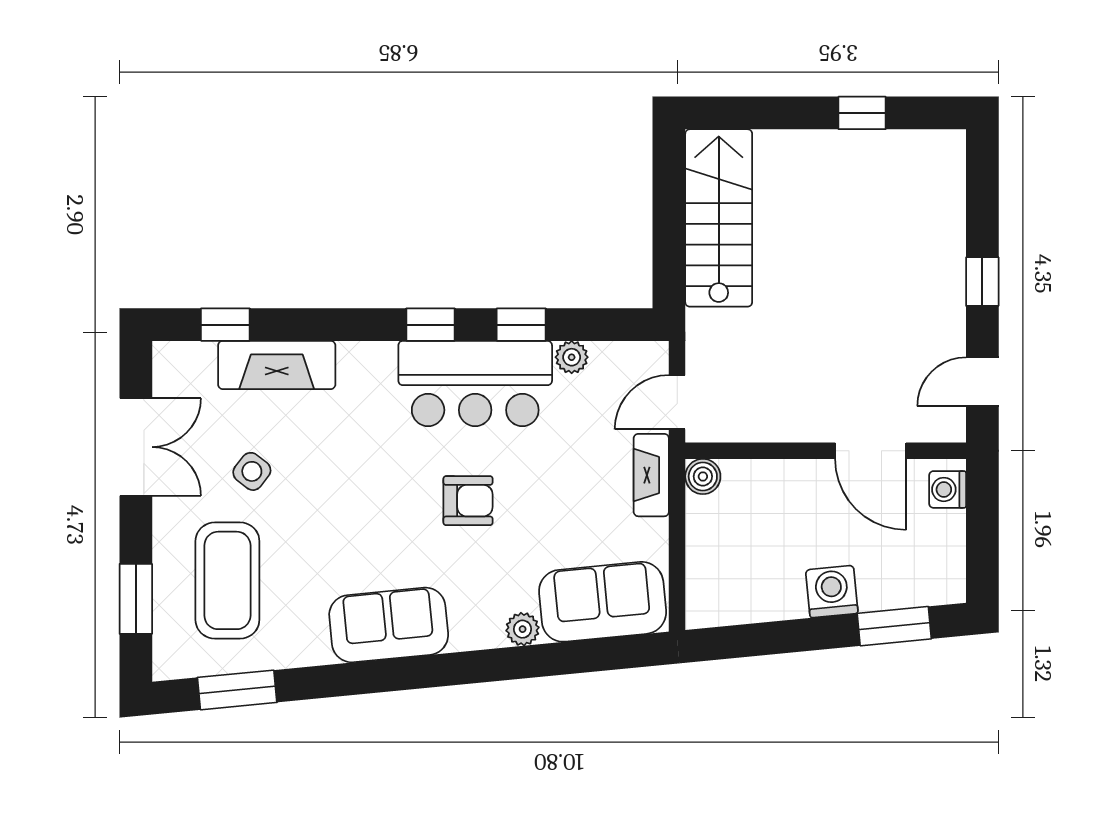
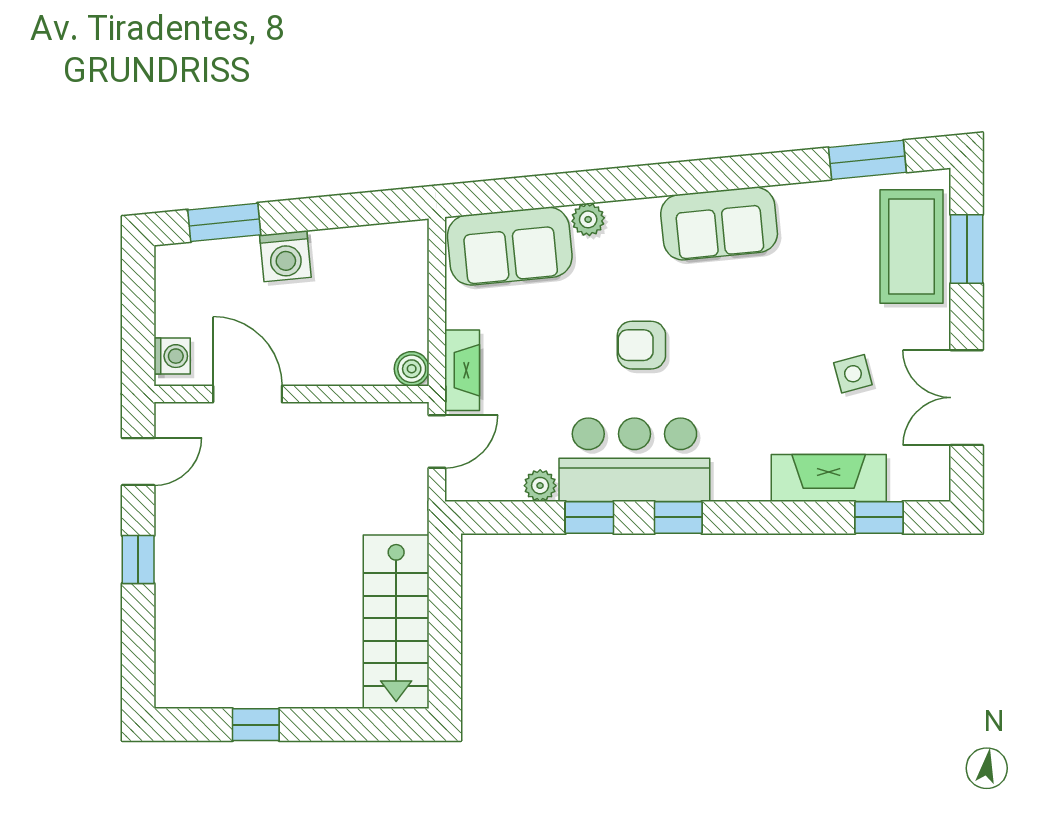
side table: (252, 471) -> (853, 374), turned 37
coffee table: (227, 580) -> (912, 246), moved

